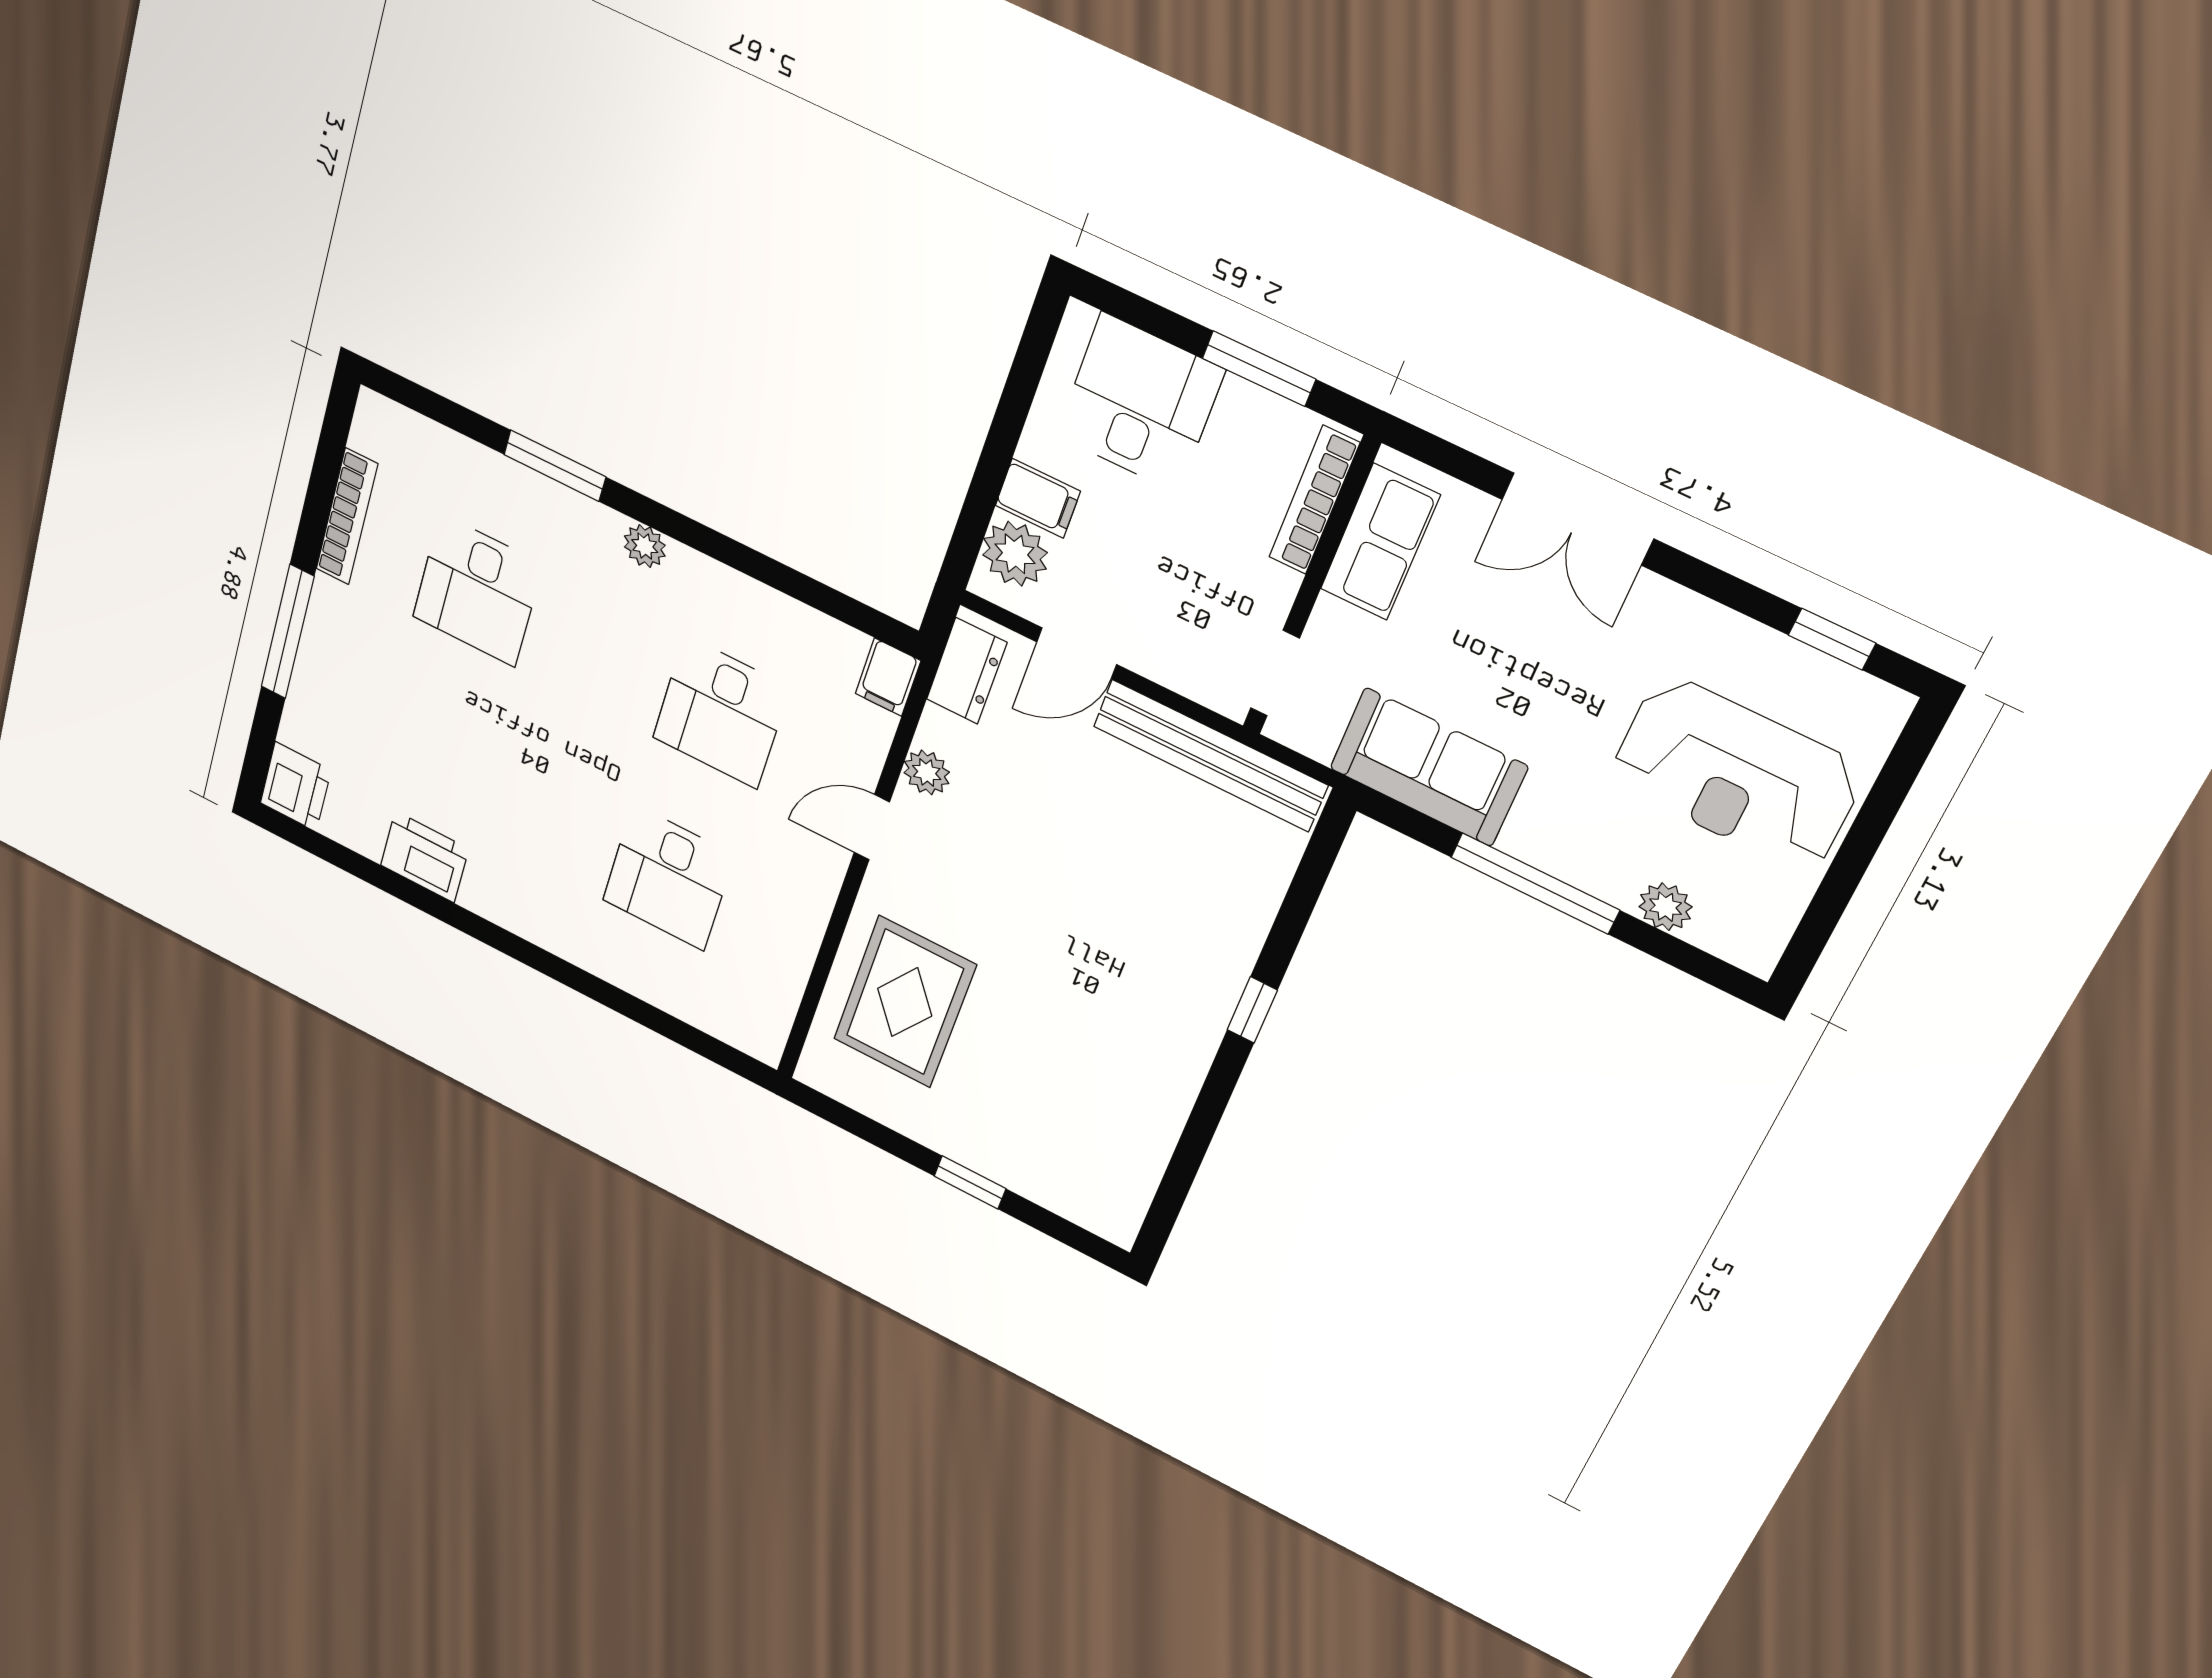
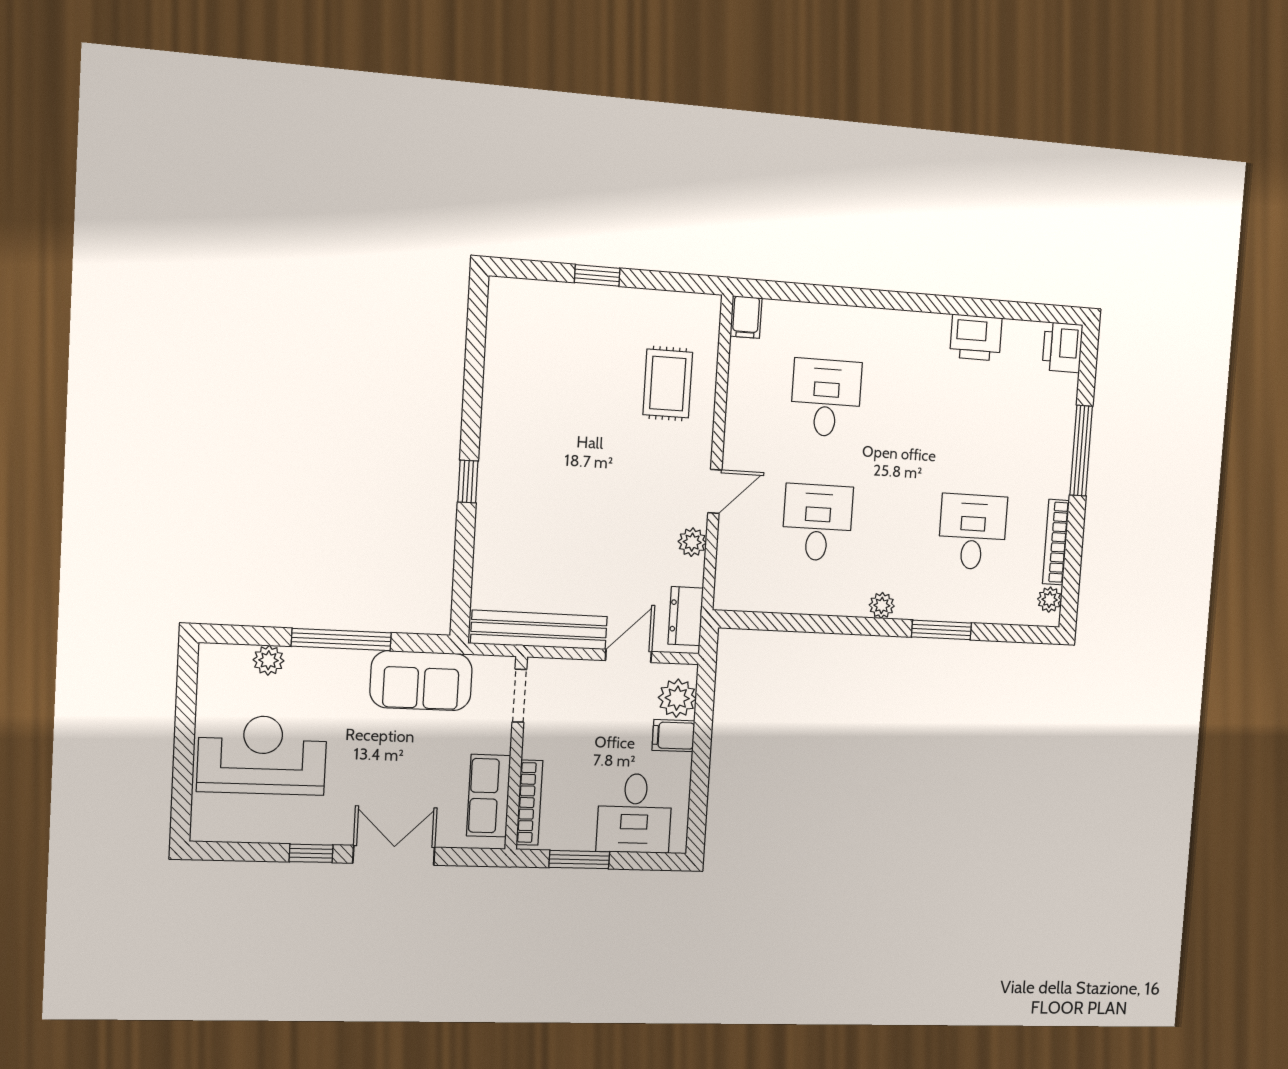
plant: (370, 434) -> (1050, 600), added
window: (1832, 639) -> (311, 853), moved
filing cabinet: (888, 677) -> (746, 317), moved, turned 180
rug: (905, 1002) -> (668, 384), width x0.73, depth x0.70

